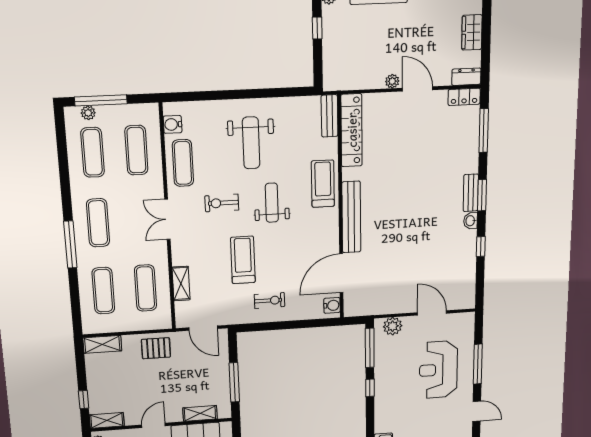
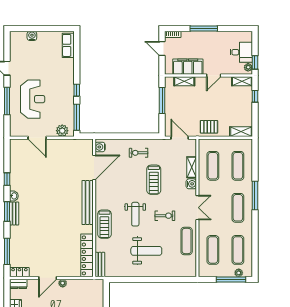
door: (417, 89) -> (48, 278), hinge flipped
water cooler: (173, 124) -> (191, 184), moved
weight bench: (251, 143) -> (146, 251), turned 90

